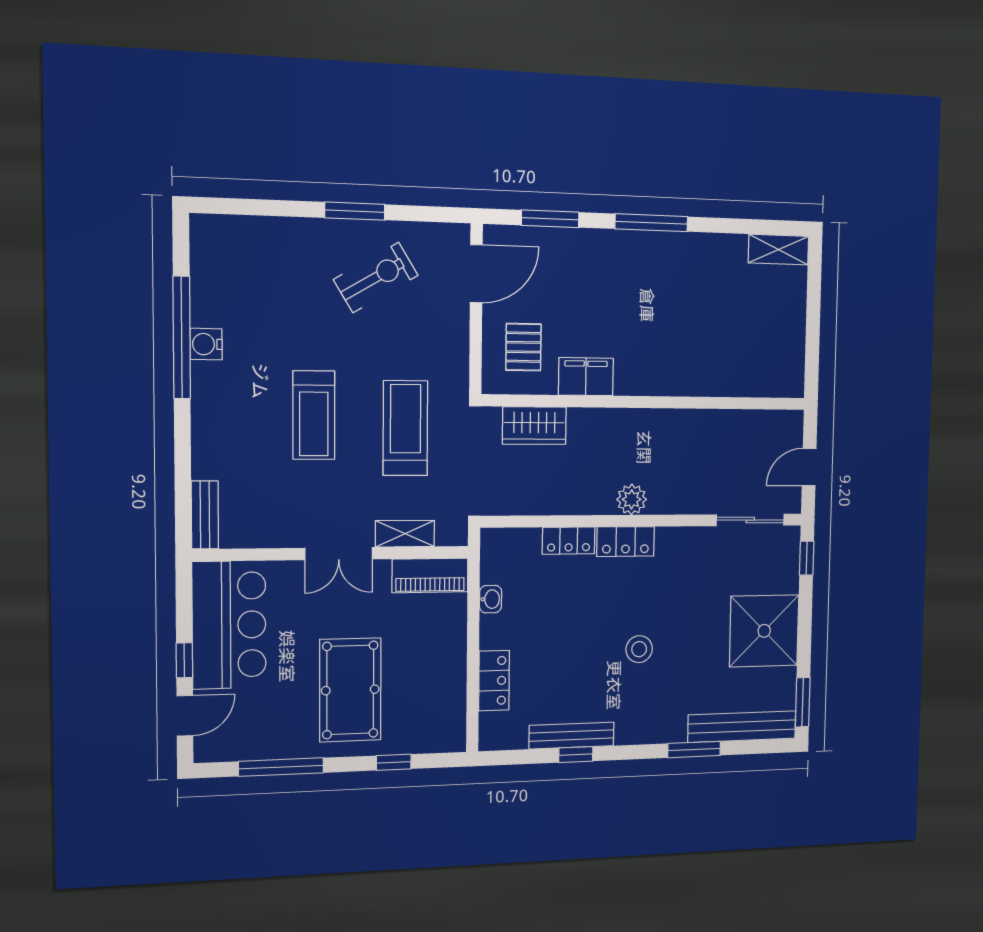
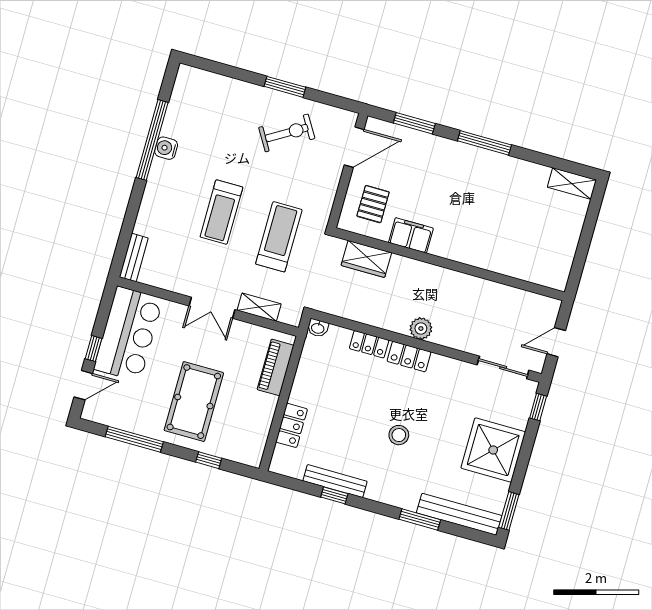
piano: (430, 575) -> (276, 367), moved, turned 90
washbasin: (491, 599) -> (318, 328), moved, turned 90

